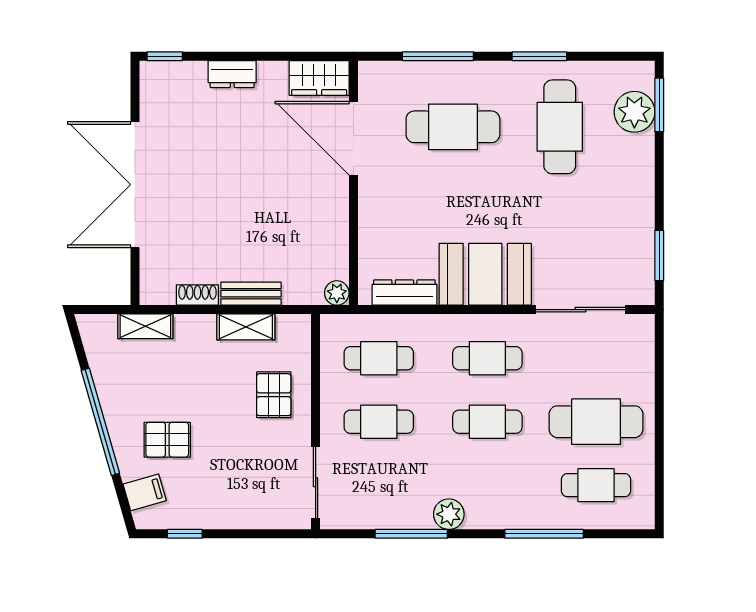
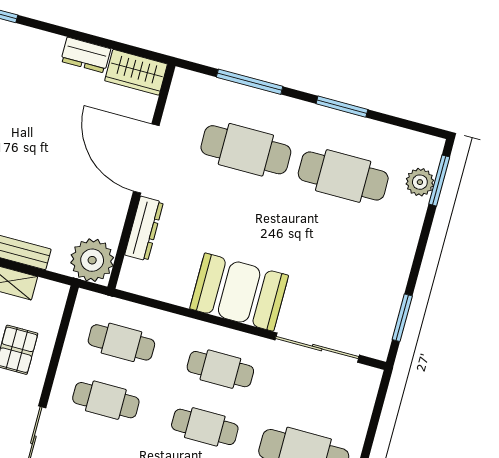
dresser: (232, 74) -> (86, 55), moved
plant: (634, 112) -> (420, 182), width x0.73, depth x0.73
cafe table: (560, 127) -> (343, 176), turned 90
door: (353, 138) -> (146, 159), moved
plant: (337, 293) -> (92, 260), width x1.87, depth x1.87
dresser: (404, 293) -> (144, 229), moved, turned 90

